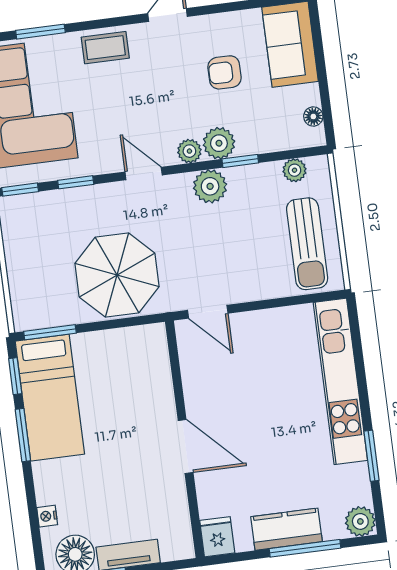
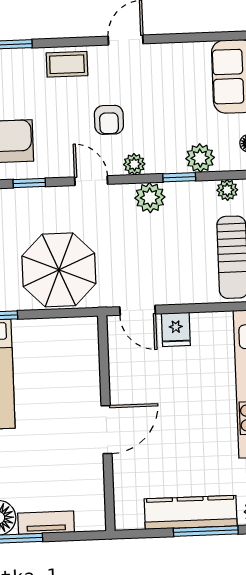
armchair: (225, 72) -> (109, 120), moved, turned -90
plant: (219, 143) -> (200, 158), moved
door: (186, 446) -> (107, 430), hinge flipped
kitchen counter: (286, 529) -> (191, 512), width x1.50
fridge: (217, 537) -> (176, 329), moved, turned 180

